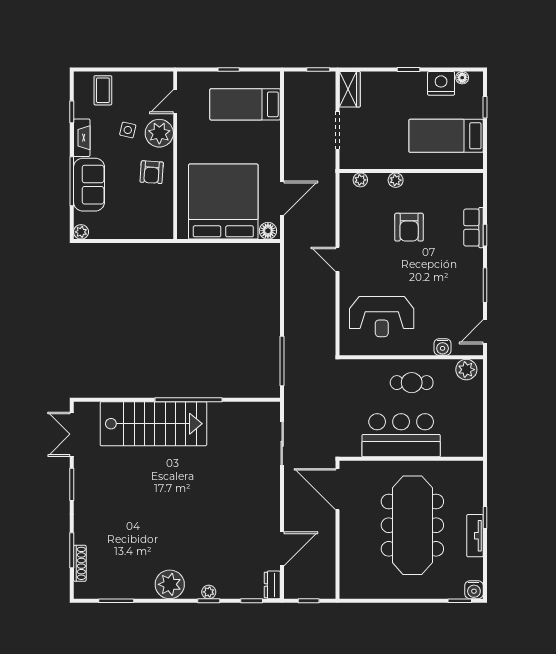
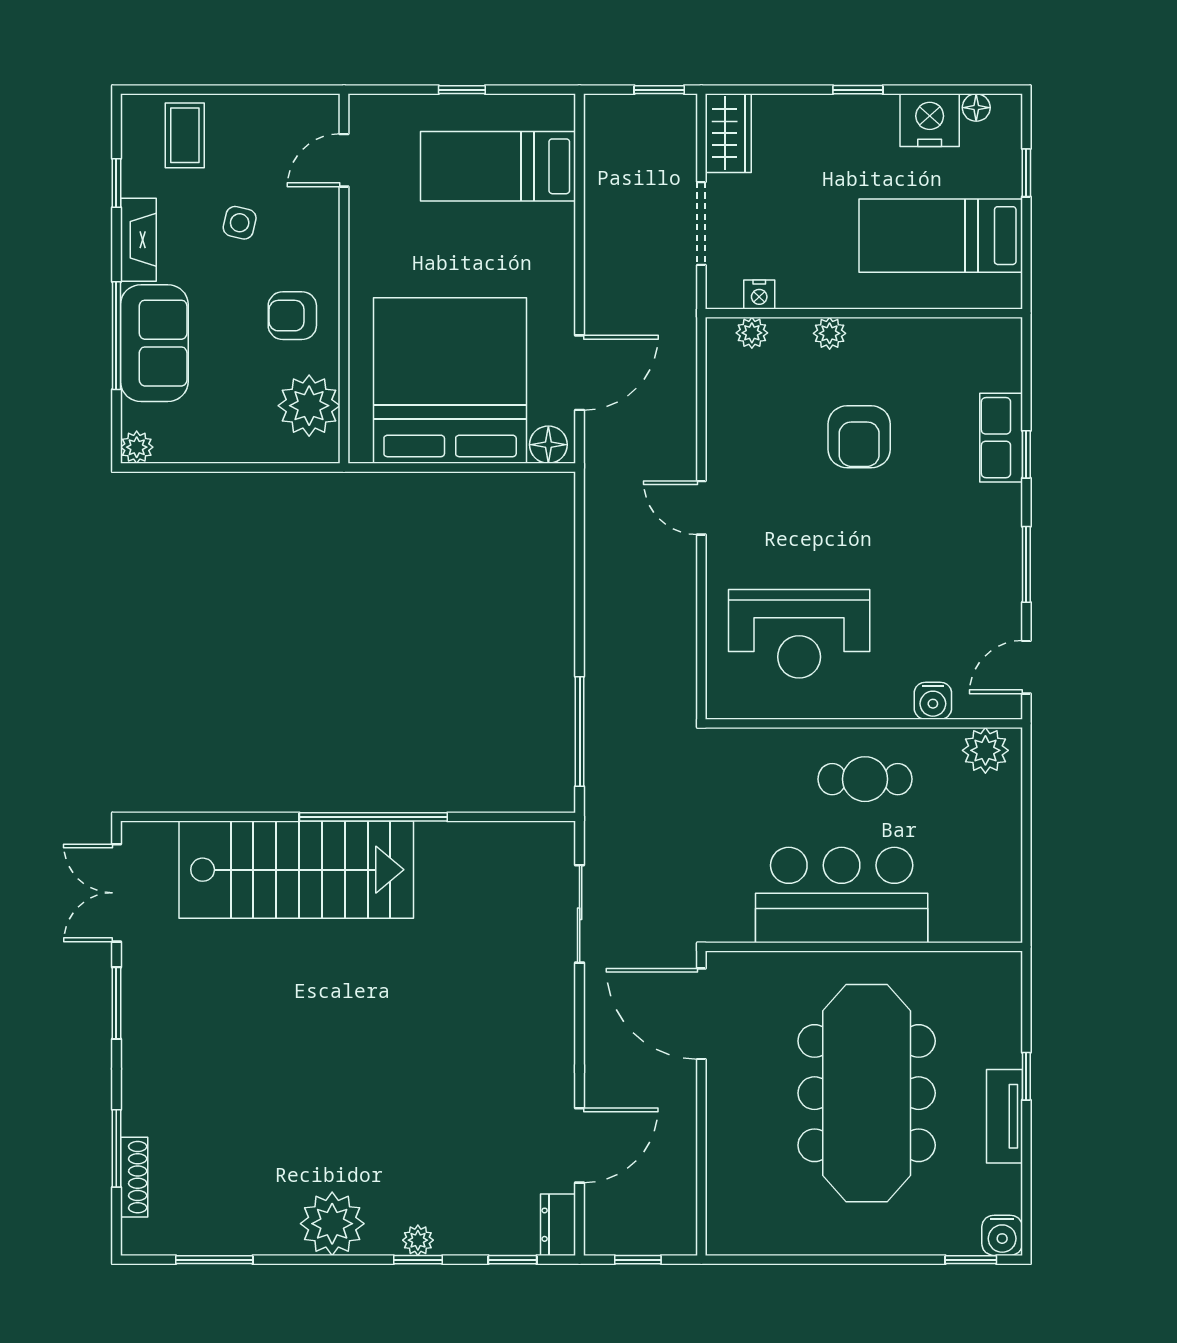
plant: (159, 133) -> (309, 406), moved
nightstand: (364, 163) -> (759, 294), added
armchair: (152, 172) -> (292, 316), turned 86

